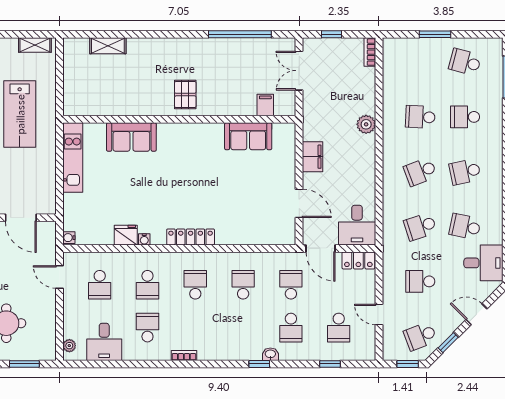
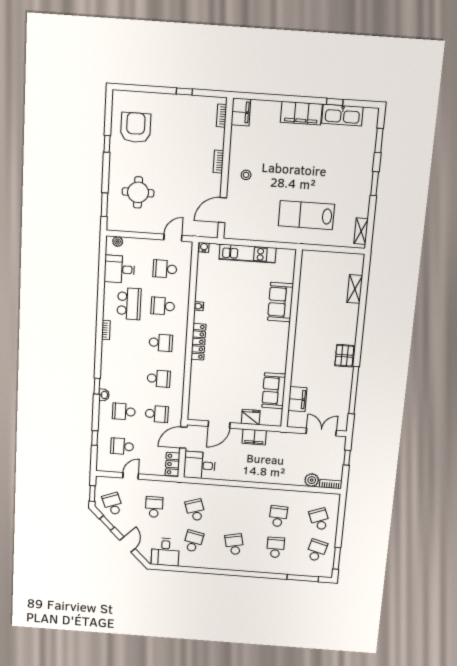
window: (435, 34) -> (337, 558), moved
pallet: (185, 95) -> (344, 356), moved, turned 90
filing cabinet: (265, 105) -> (297, 399), width x2.00
plant: (366, 124) -> (312, 480), moved
kitchen unit: (73, 158) -> (248, 253), moved
school desk: (420, 172) -> (320, 519), moved
fridge: (126, 235) -> (251, 417), moved, turned -90
school desk: (147, 328) -> (129, 304), width x1.85

